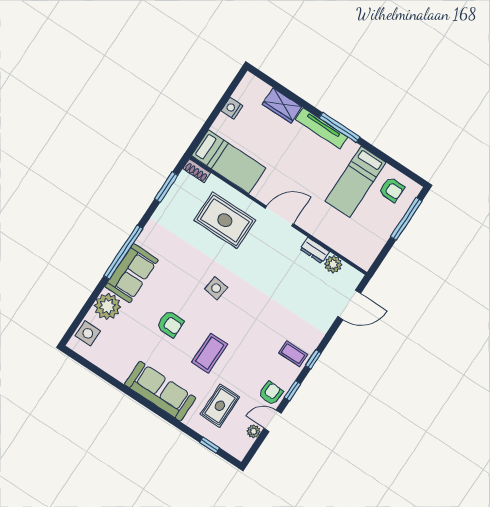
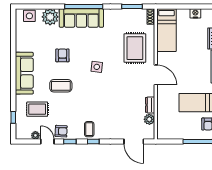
sofa: (132, 273) -> (81, 18), width x1.36
armchair: (170, 324) -> (62, 55), turned 180

